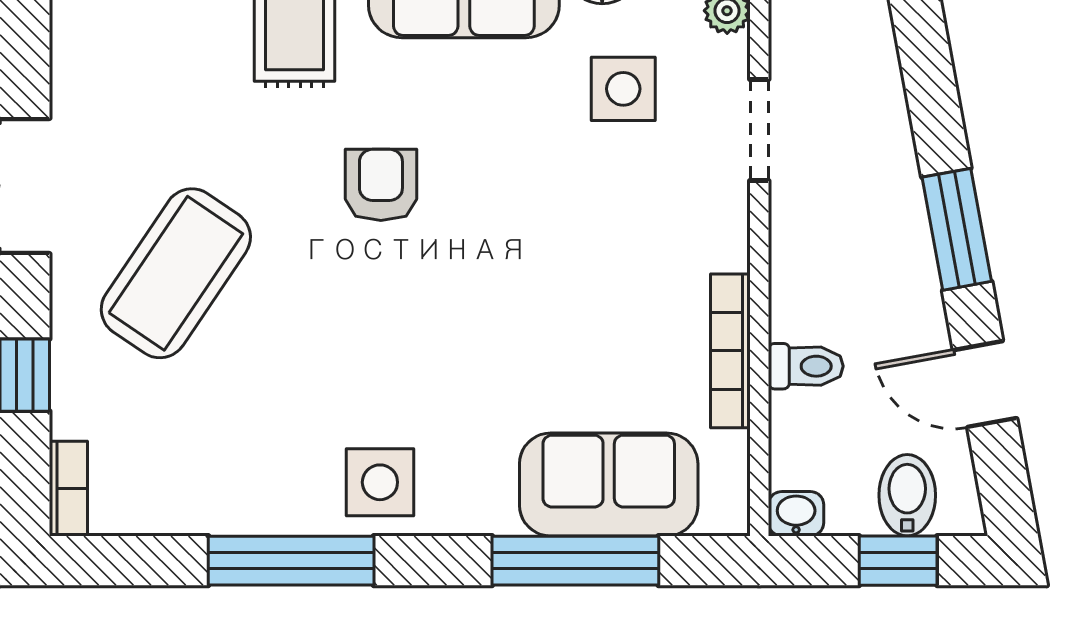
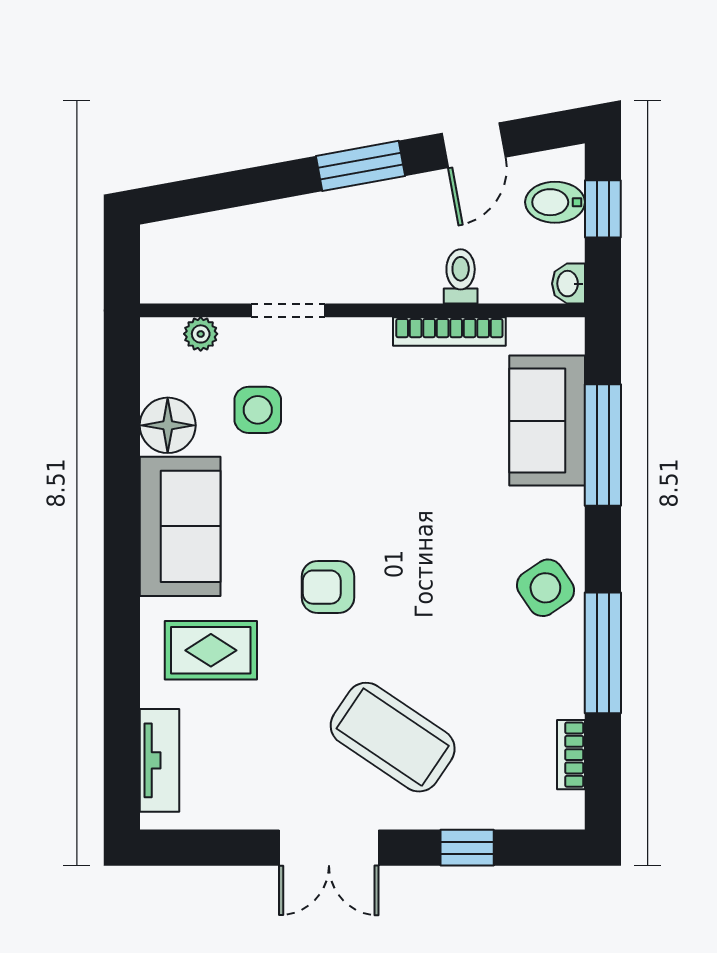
side table: (380, 482) -> (545, 588), turned -34
bookcase: (68, 489) -> (571, 755), moved, turned -90

